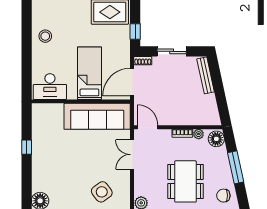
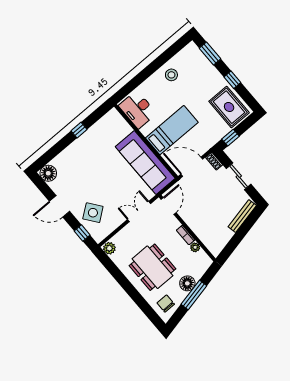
floor lamp: (216, 139) -> (187, 283), moved
dining table: (185, 181) -> (152, 267), turned 90

